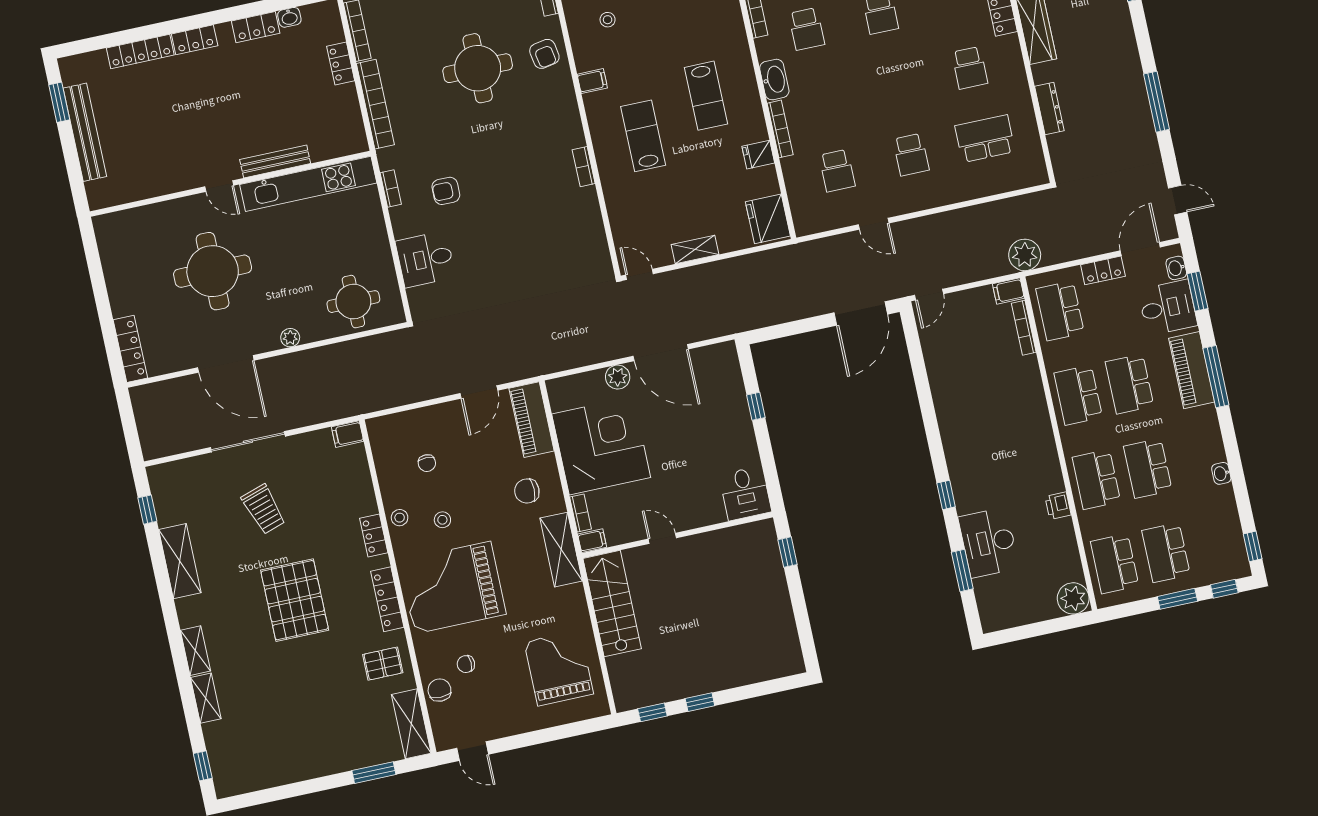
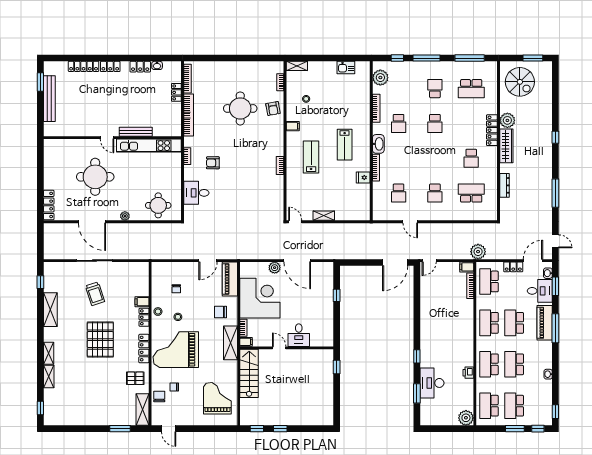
fridge: (768, 219) -> (361, 209), removed
filing cabinet: (348, 434) -> (142, 302), moved
desk: (745, 493) -> (299, 335), moved

